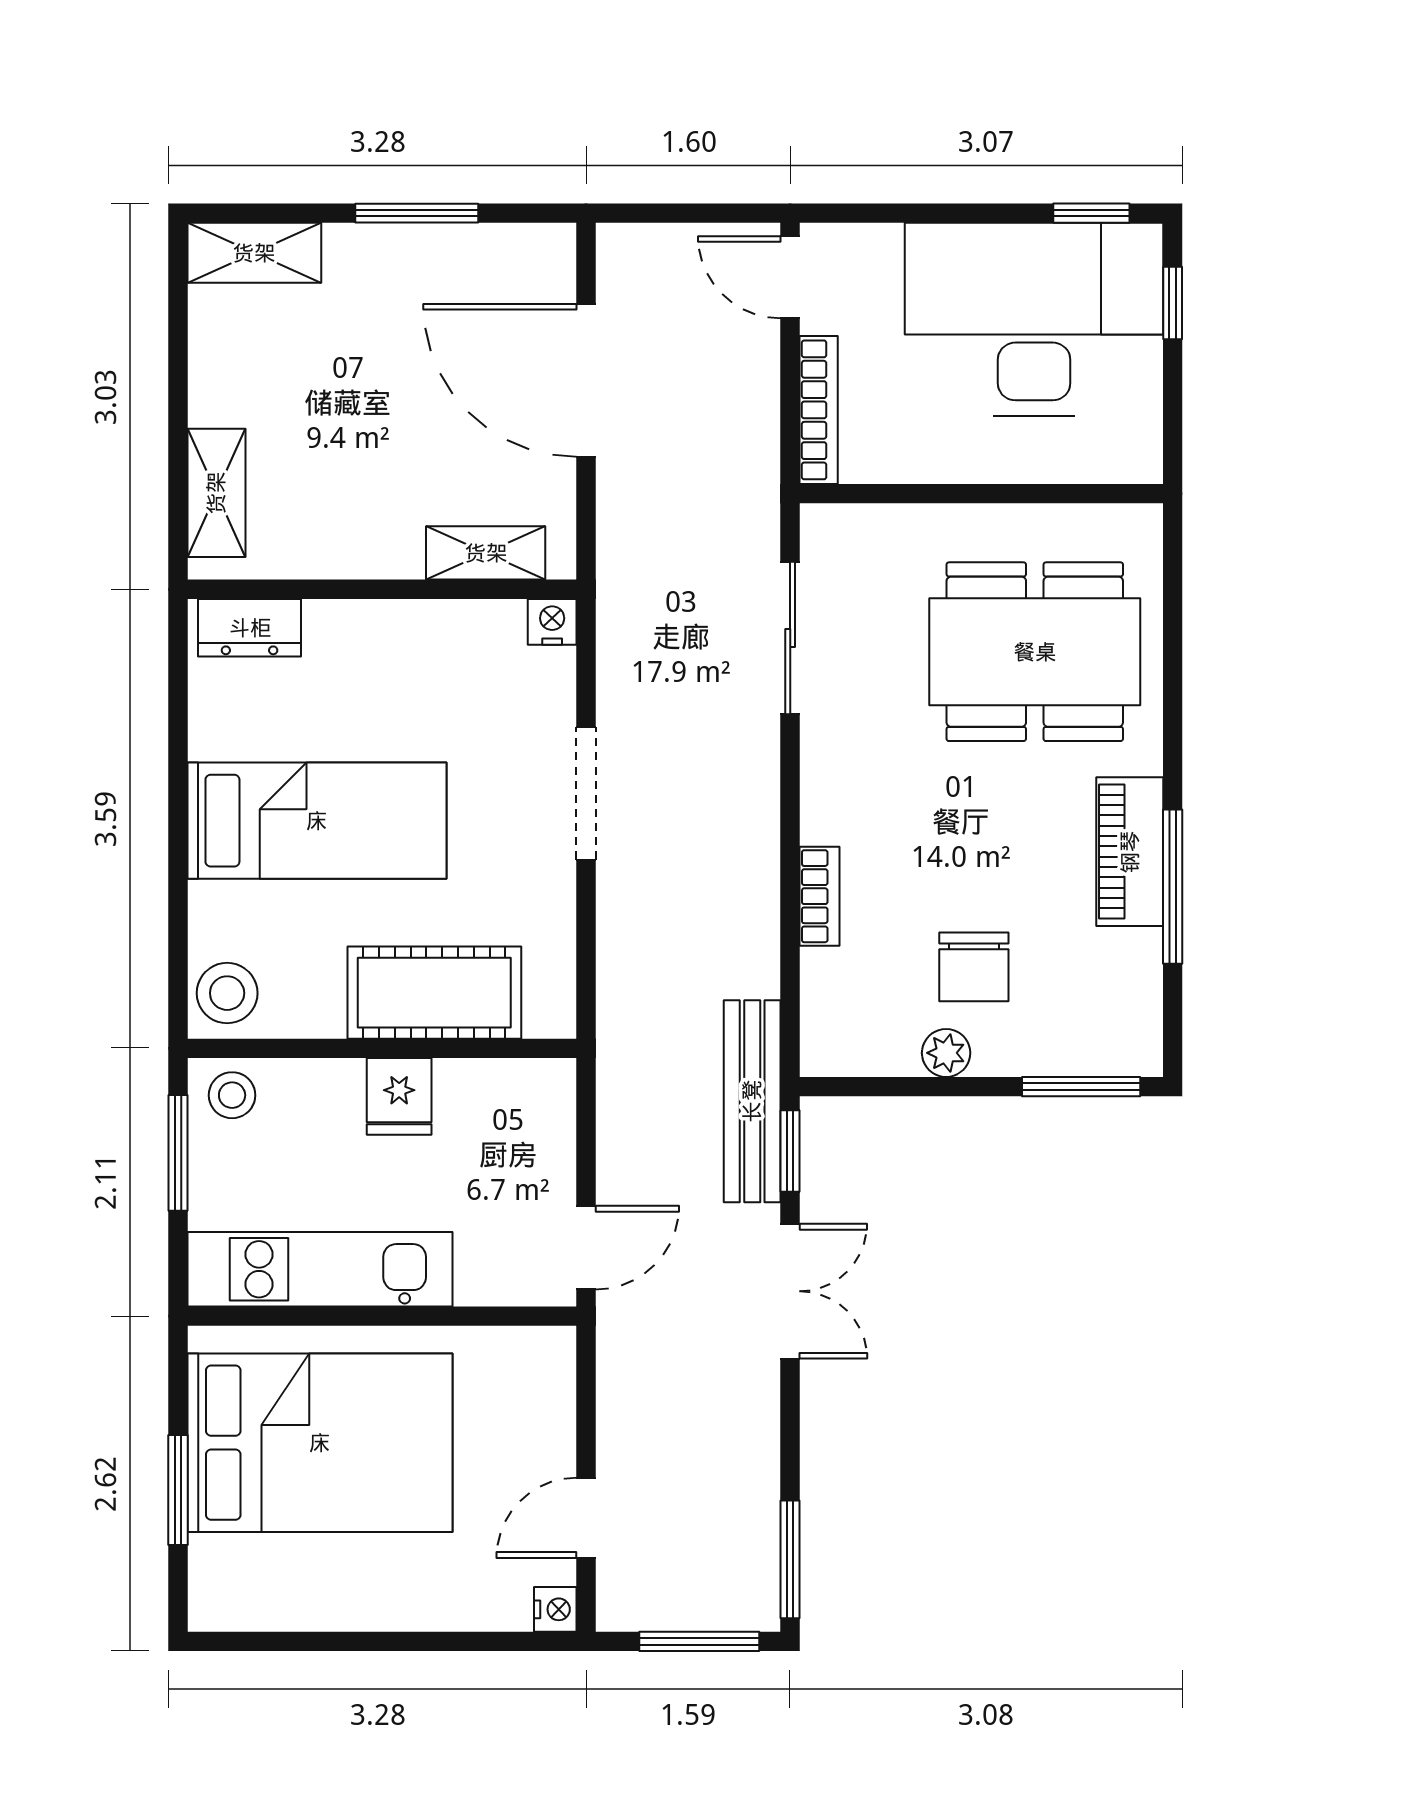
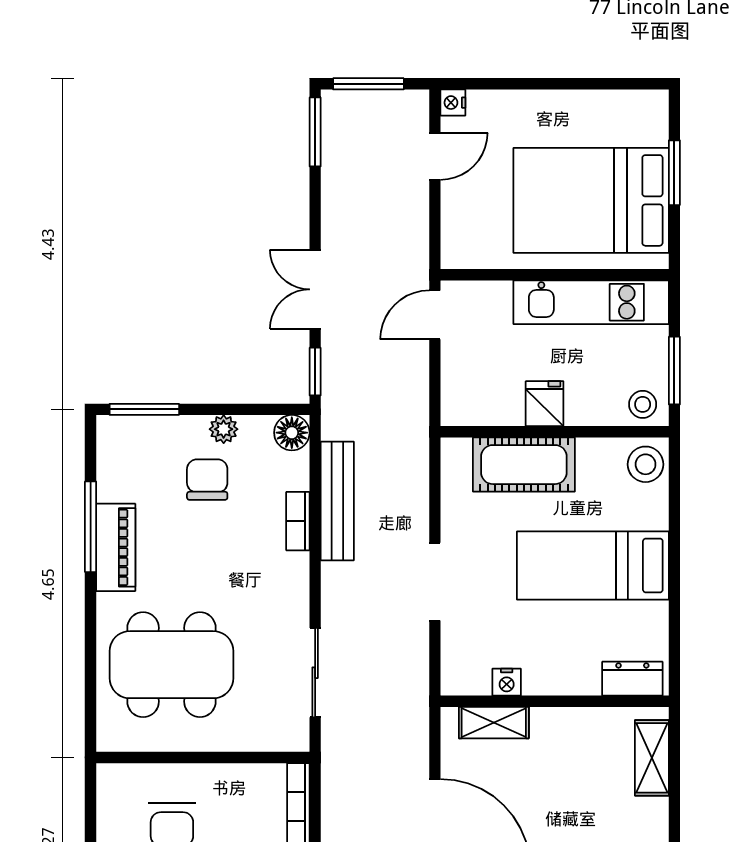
nightstand: (552, 622) -> (507, 682), moved
floor lamp: (830, 1047) -> (292, 433), added
bench: (752, 1101) -> (337, 501), moved

